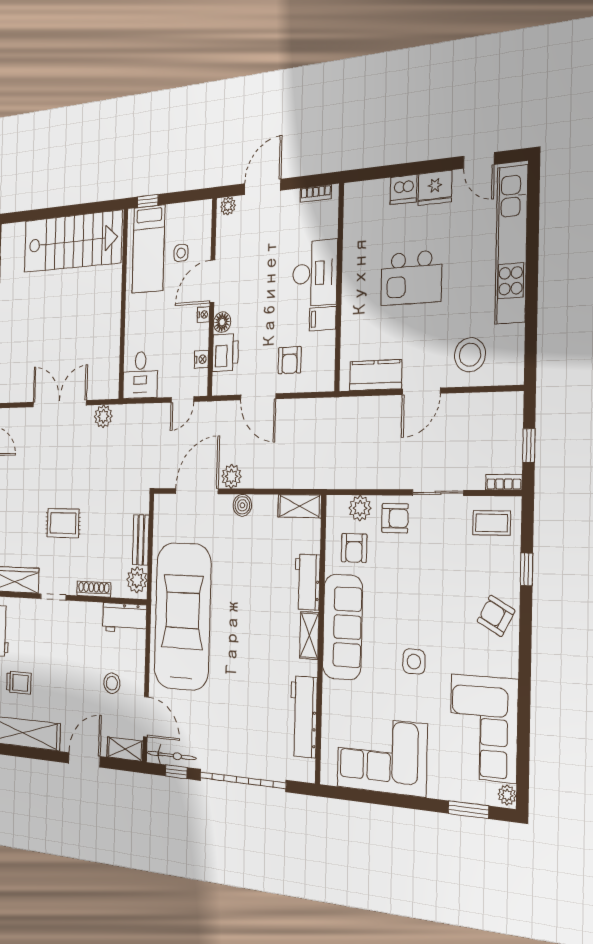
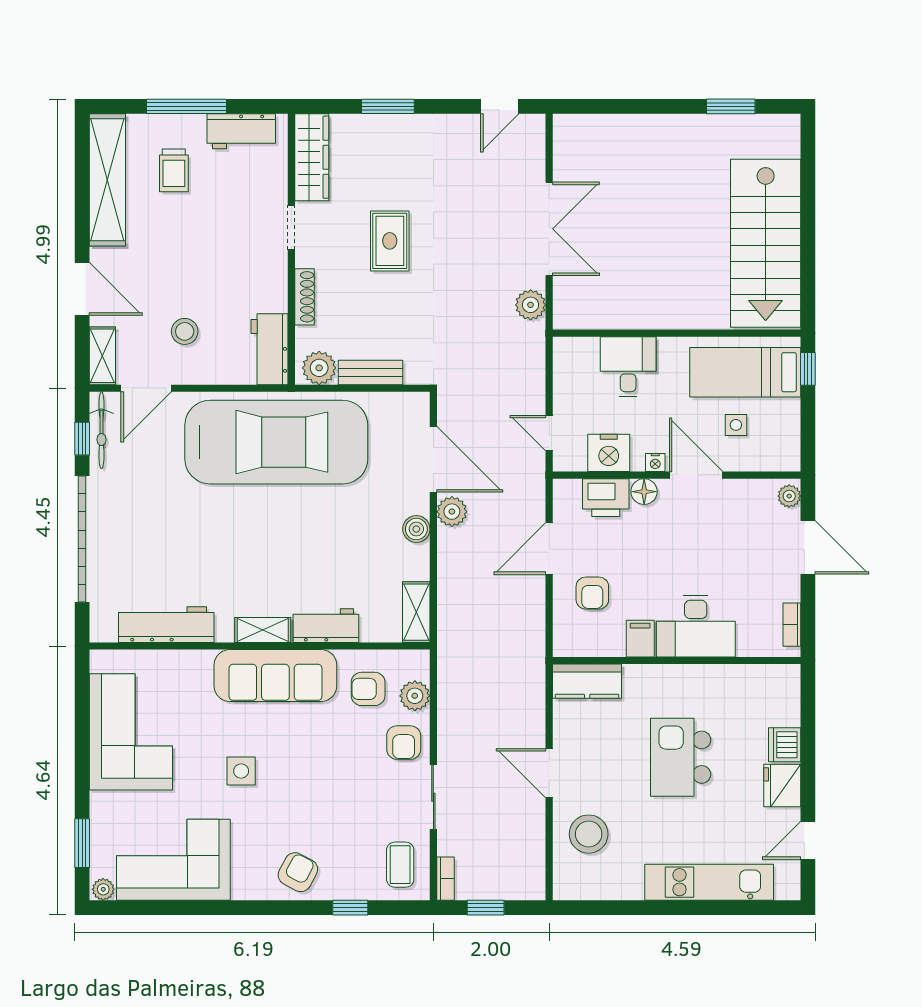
kitchen unit: (511, 245) -> (709, 882), width x0.73
nightstand: (201, 359) -> (609, 453), width x1.89, depth x1.79
armchair: (290, 360) -> (592, 593), turned -90
desk: (140, 375) -> (628, 367), moved, turned 90
kitchen counter: (376, 375) -> (587, 681), moved, turned 90

